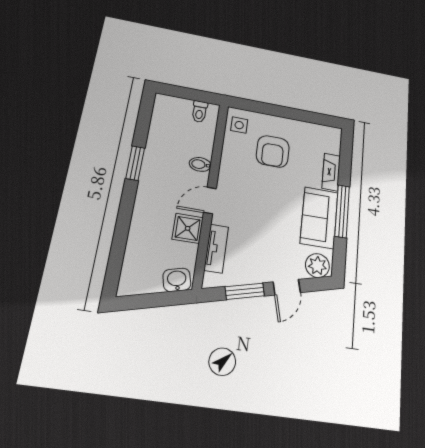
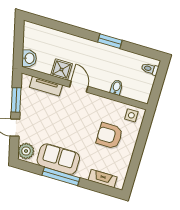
toilet: (200, 112) -> (150, 69), moved
bidet: (200, 164) -> (116, 87), moved
fireplace: (331, 172) -> (103, 178), moved

